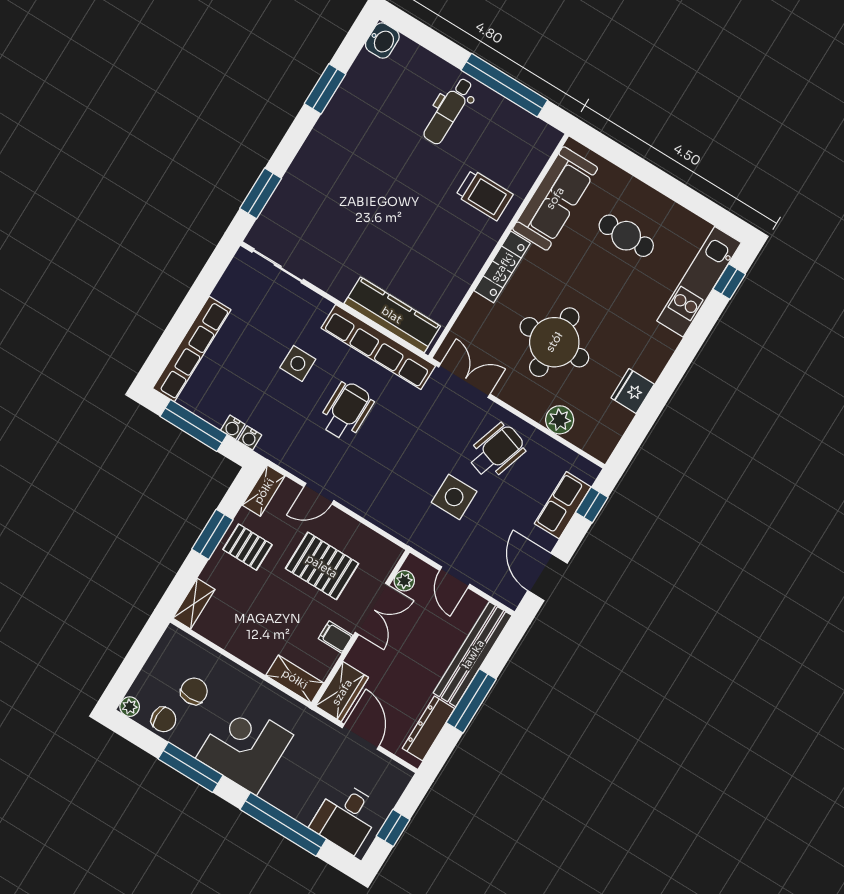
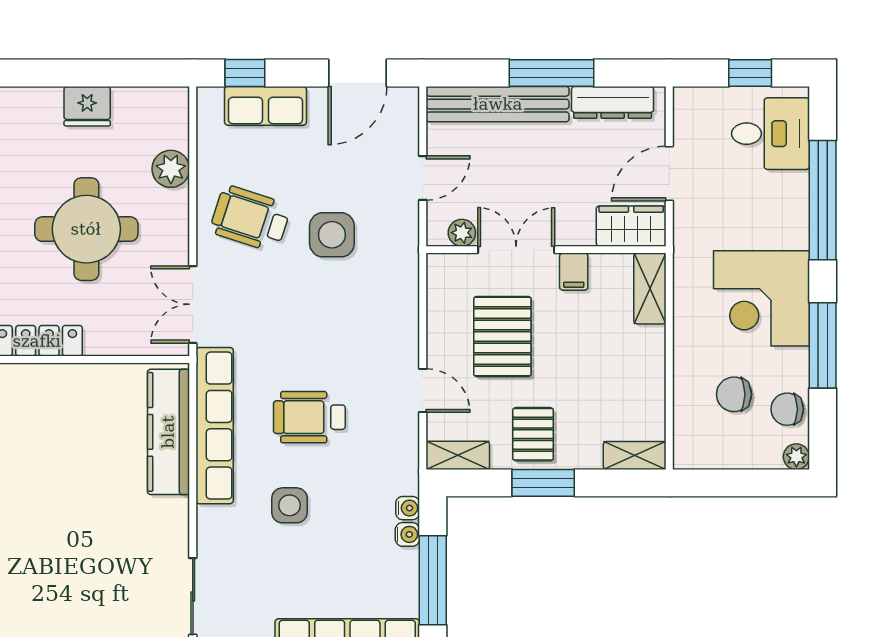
chair: (164, 719) -> (787, 409), turned -90

